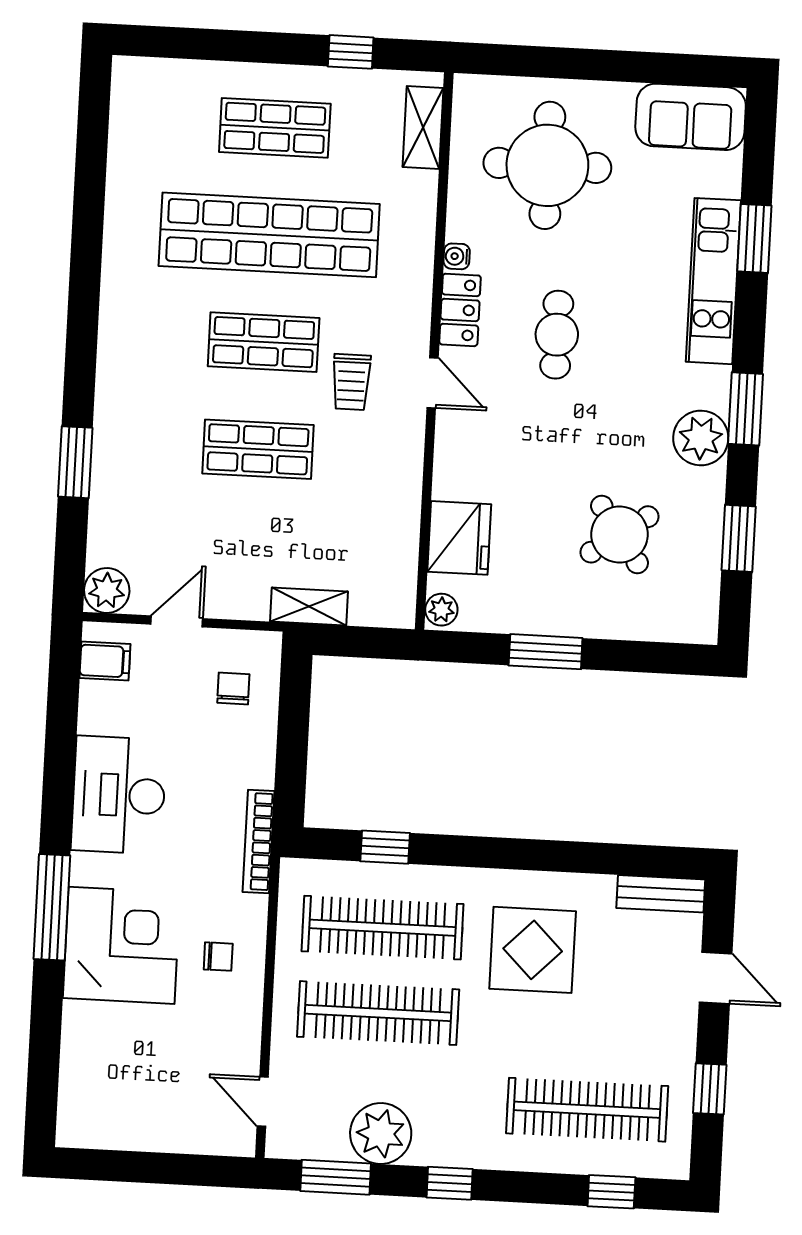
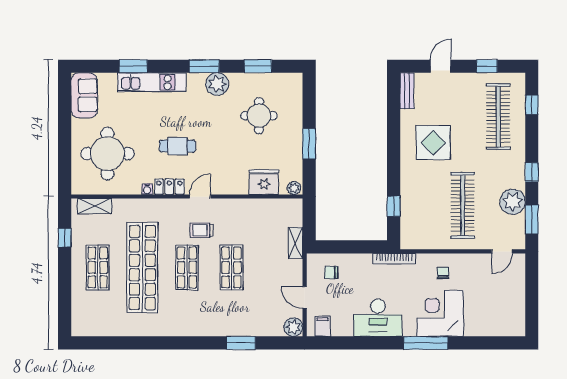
trolley: (351, 382) -> (202, 230), turned 180
round table: (619, 534) -> (259, 116), turned 35
clothes rail: (383, 928) -> (427, 205), removed

